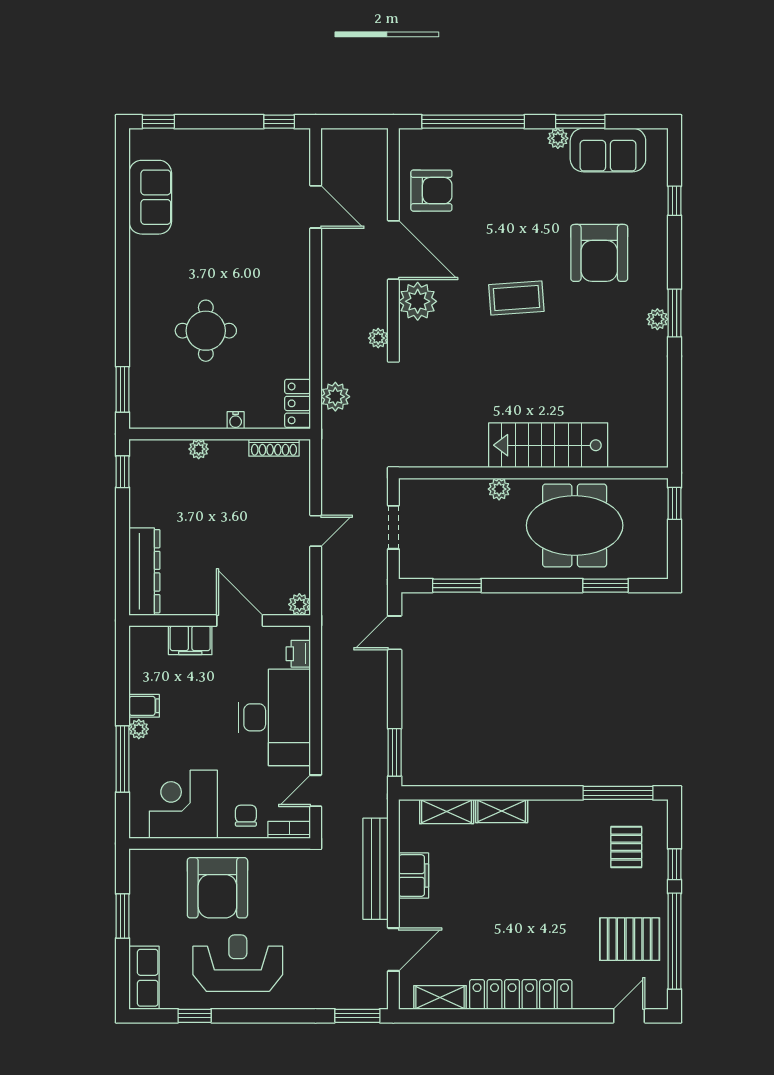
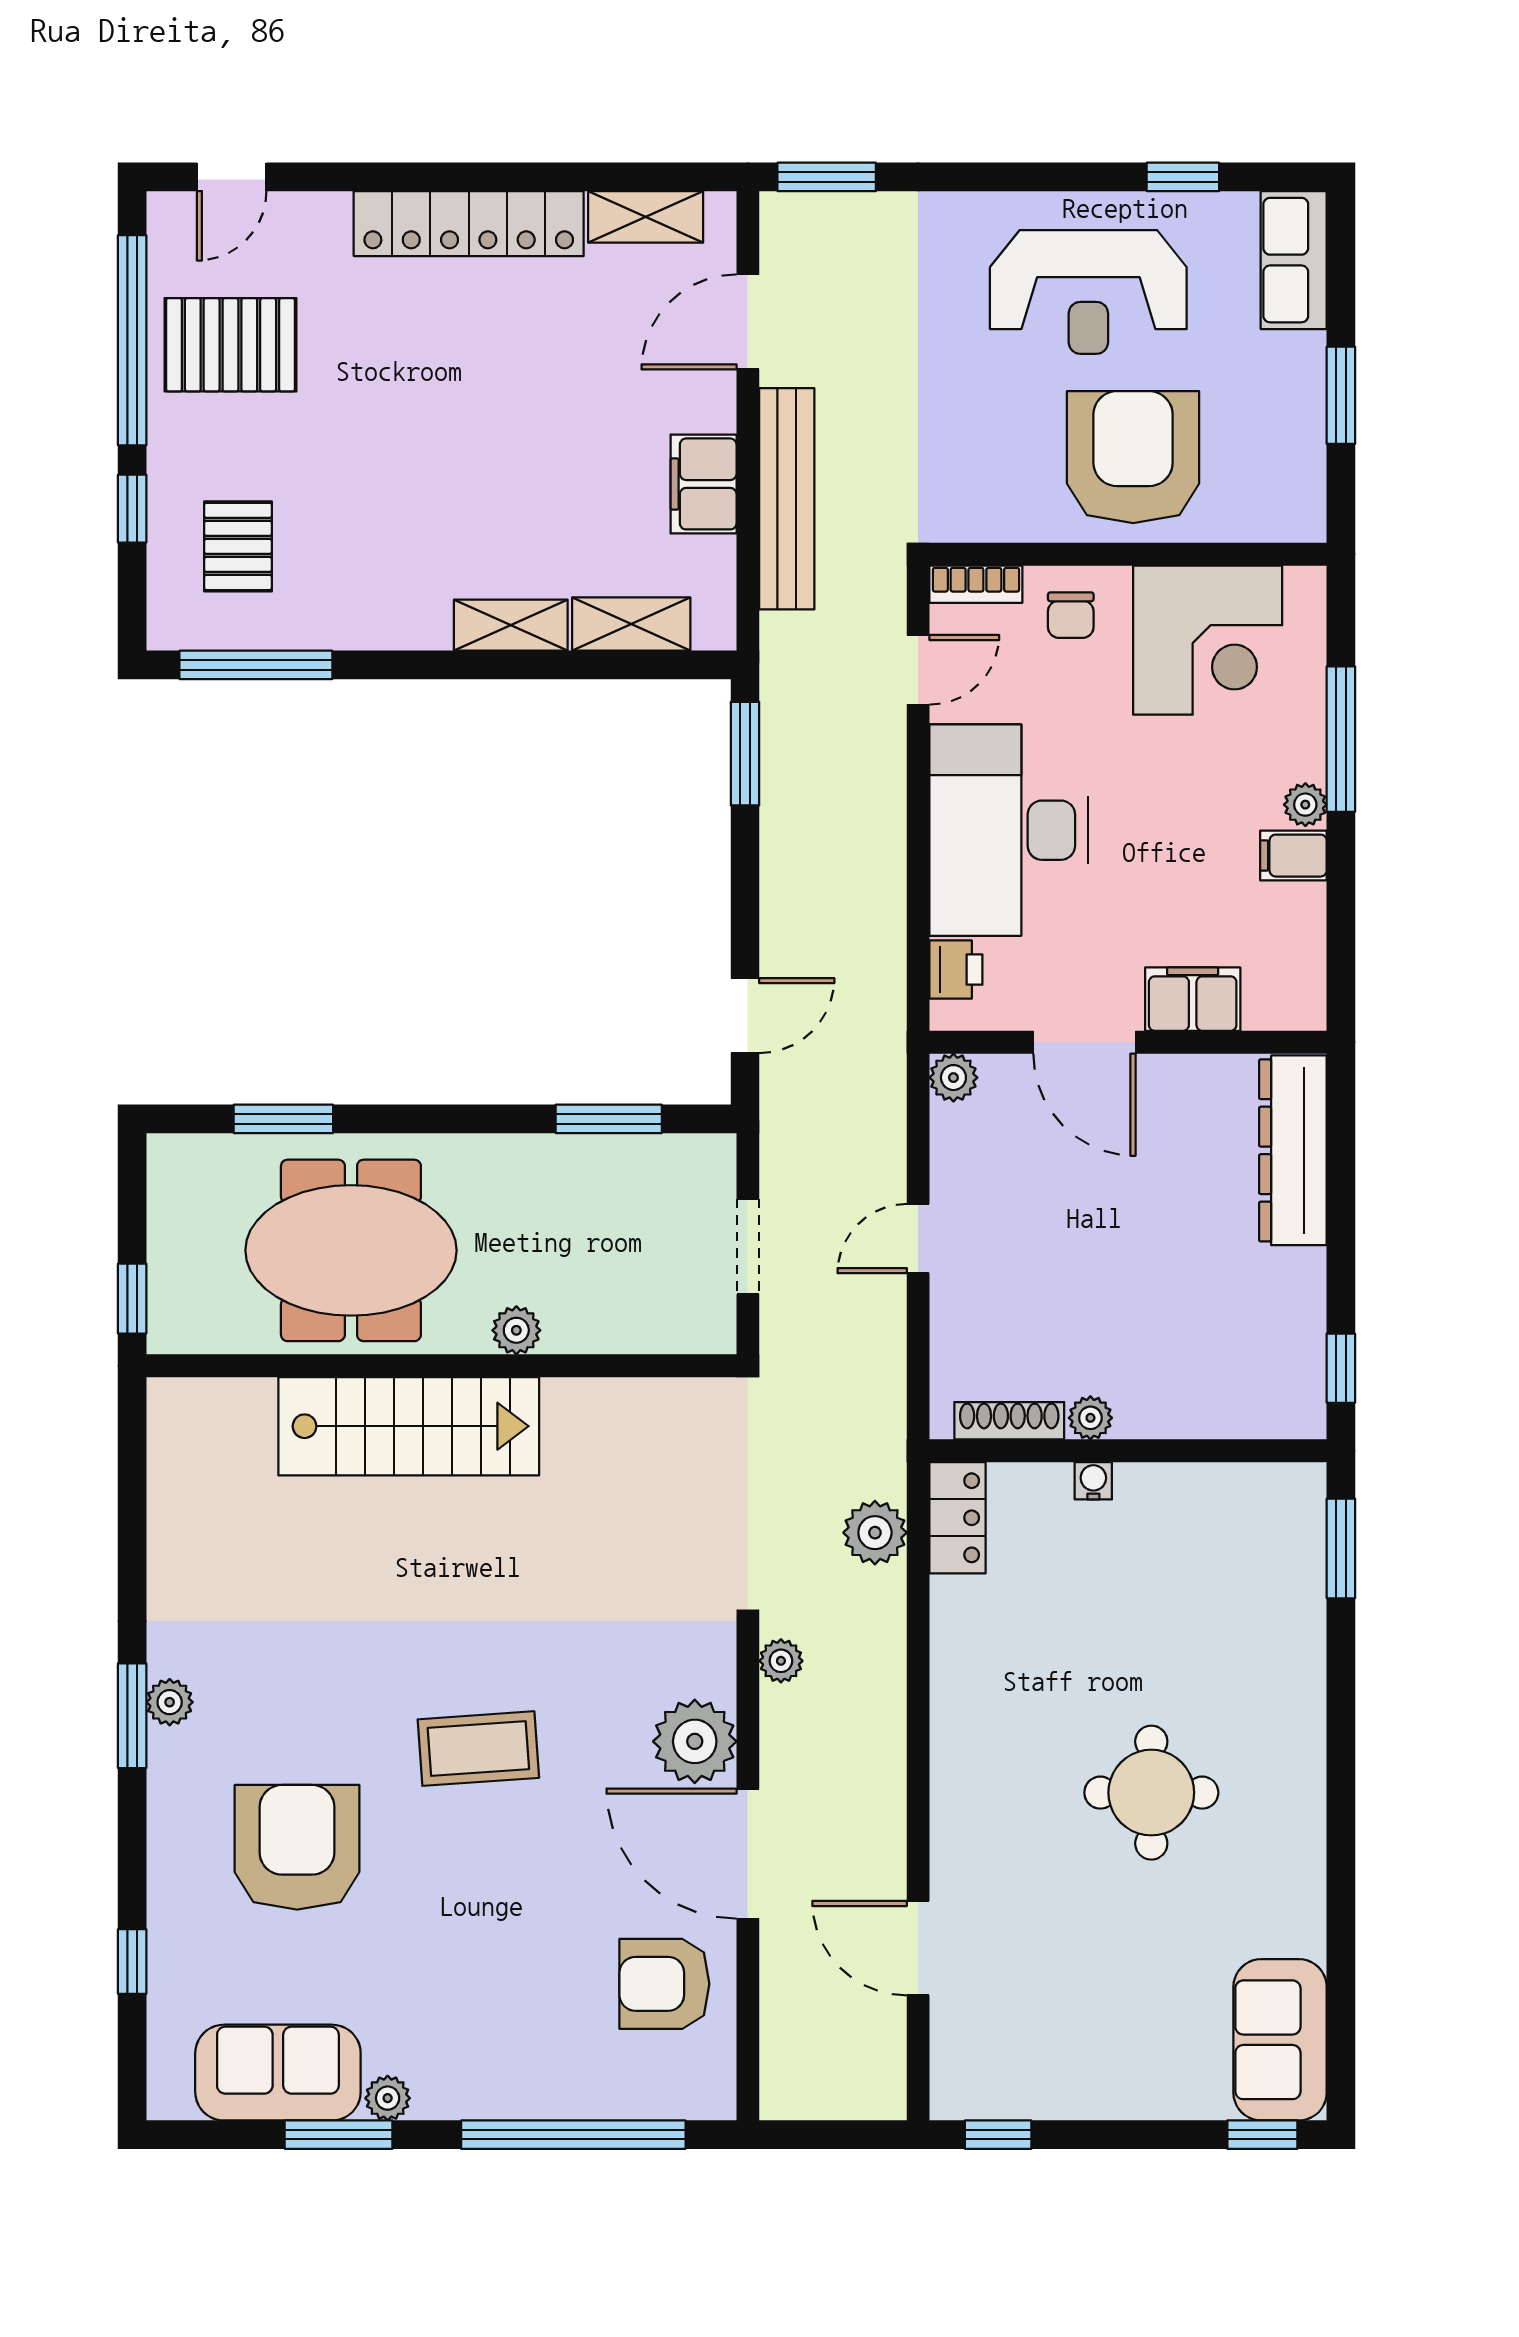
sofa: (150, 197) -> (1280, 2040), moved
round table: (206, 331) -> (1151, 1793), moved
plant: (199, 449) -> (1090, 1418), moved

